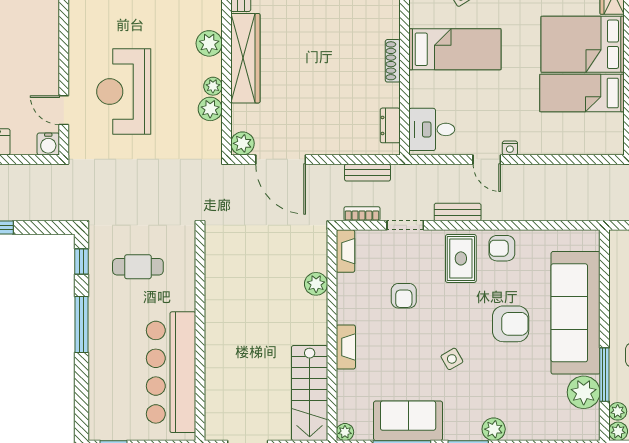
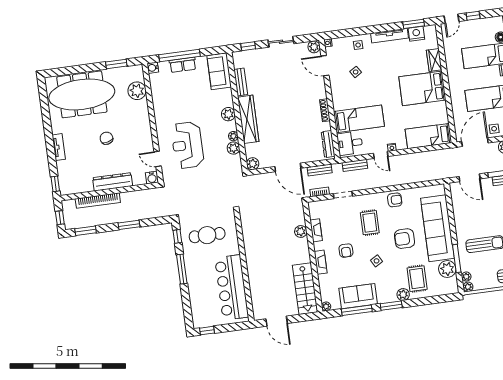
bed: (455, 49) -> (359, 119), moved
bed: (582, 93) -> (428, 136), moved
dresser: (390, 125) -> (328, 144), width x1.44
door: (281, 159) -> (288, 167), moved
bench: (458, 212) -> (355, 165), moved
armchair: (502, 248) -> (395, 200), turned 180
fireplace: (345, 251) -> (316, 230), moved
rug: (461, 258) -> (370, 223), moved
cafe table: (138, 267) -> (207, 235), width x1.37, depth x1.35
armchair: (404, 296) -> (346, 251), moved
armchair: (511, 324) -> (405, 239), turned 180
rug: (524, 403) -> (417, 279), added

